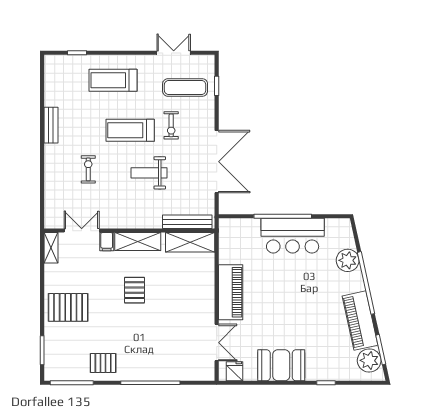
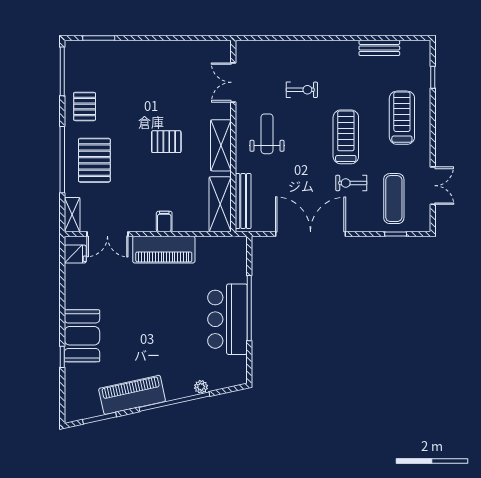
bench: (51, 125) -> (379, 48), moved
double door: (217, 162) -> (311, 234), swing flipped
weight bench: (149, 173) -> (267, 134), moved
double door: (82, 231) -> (233, 82), swing flipped
filing cabinet: (107, 242) -> (164, 222), moved, turned 90
shelving: (51, 248) -> (72, 215), moved, turned 90
plant: (348, 260) -> (201, 387), width x0.53, depth x0.53
pallet: (68, 307) -> (94, 160), moved
plant: (369, 360) -> (87, 405), removed
booth: (281, 365) -> (82, 336), moved

